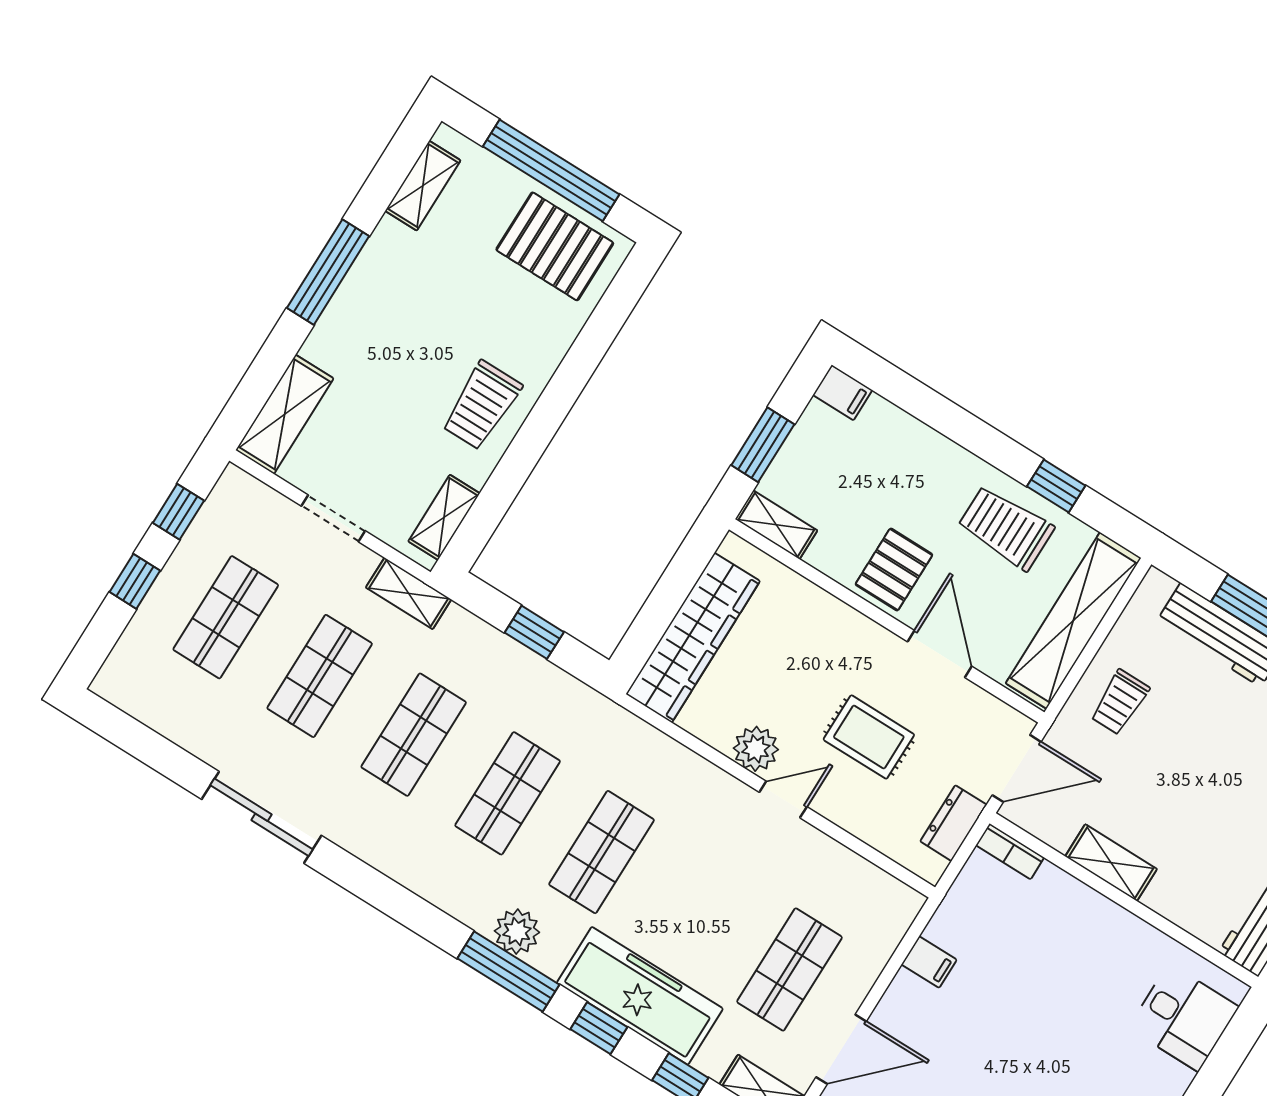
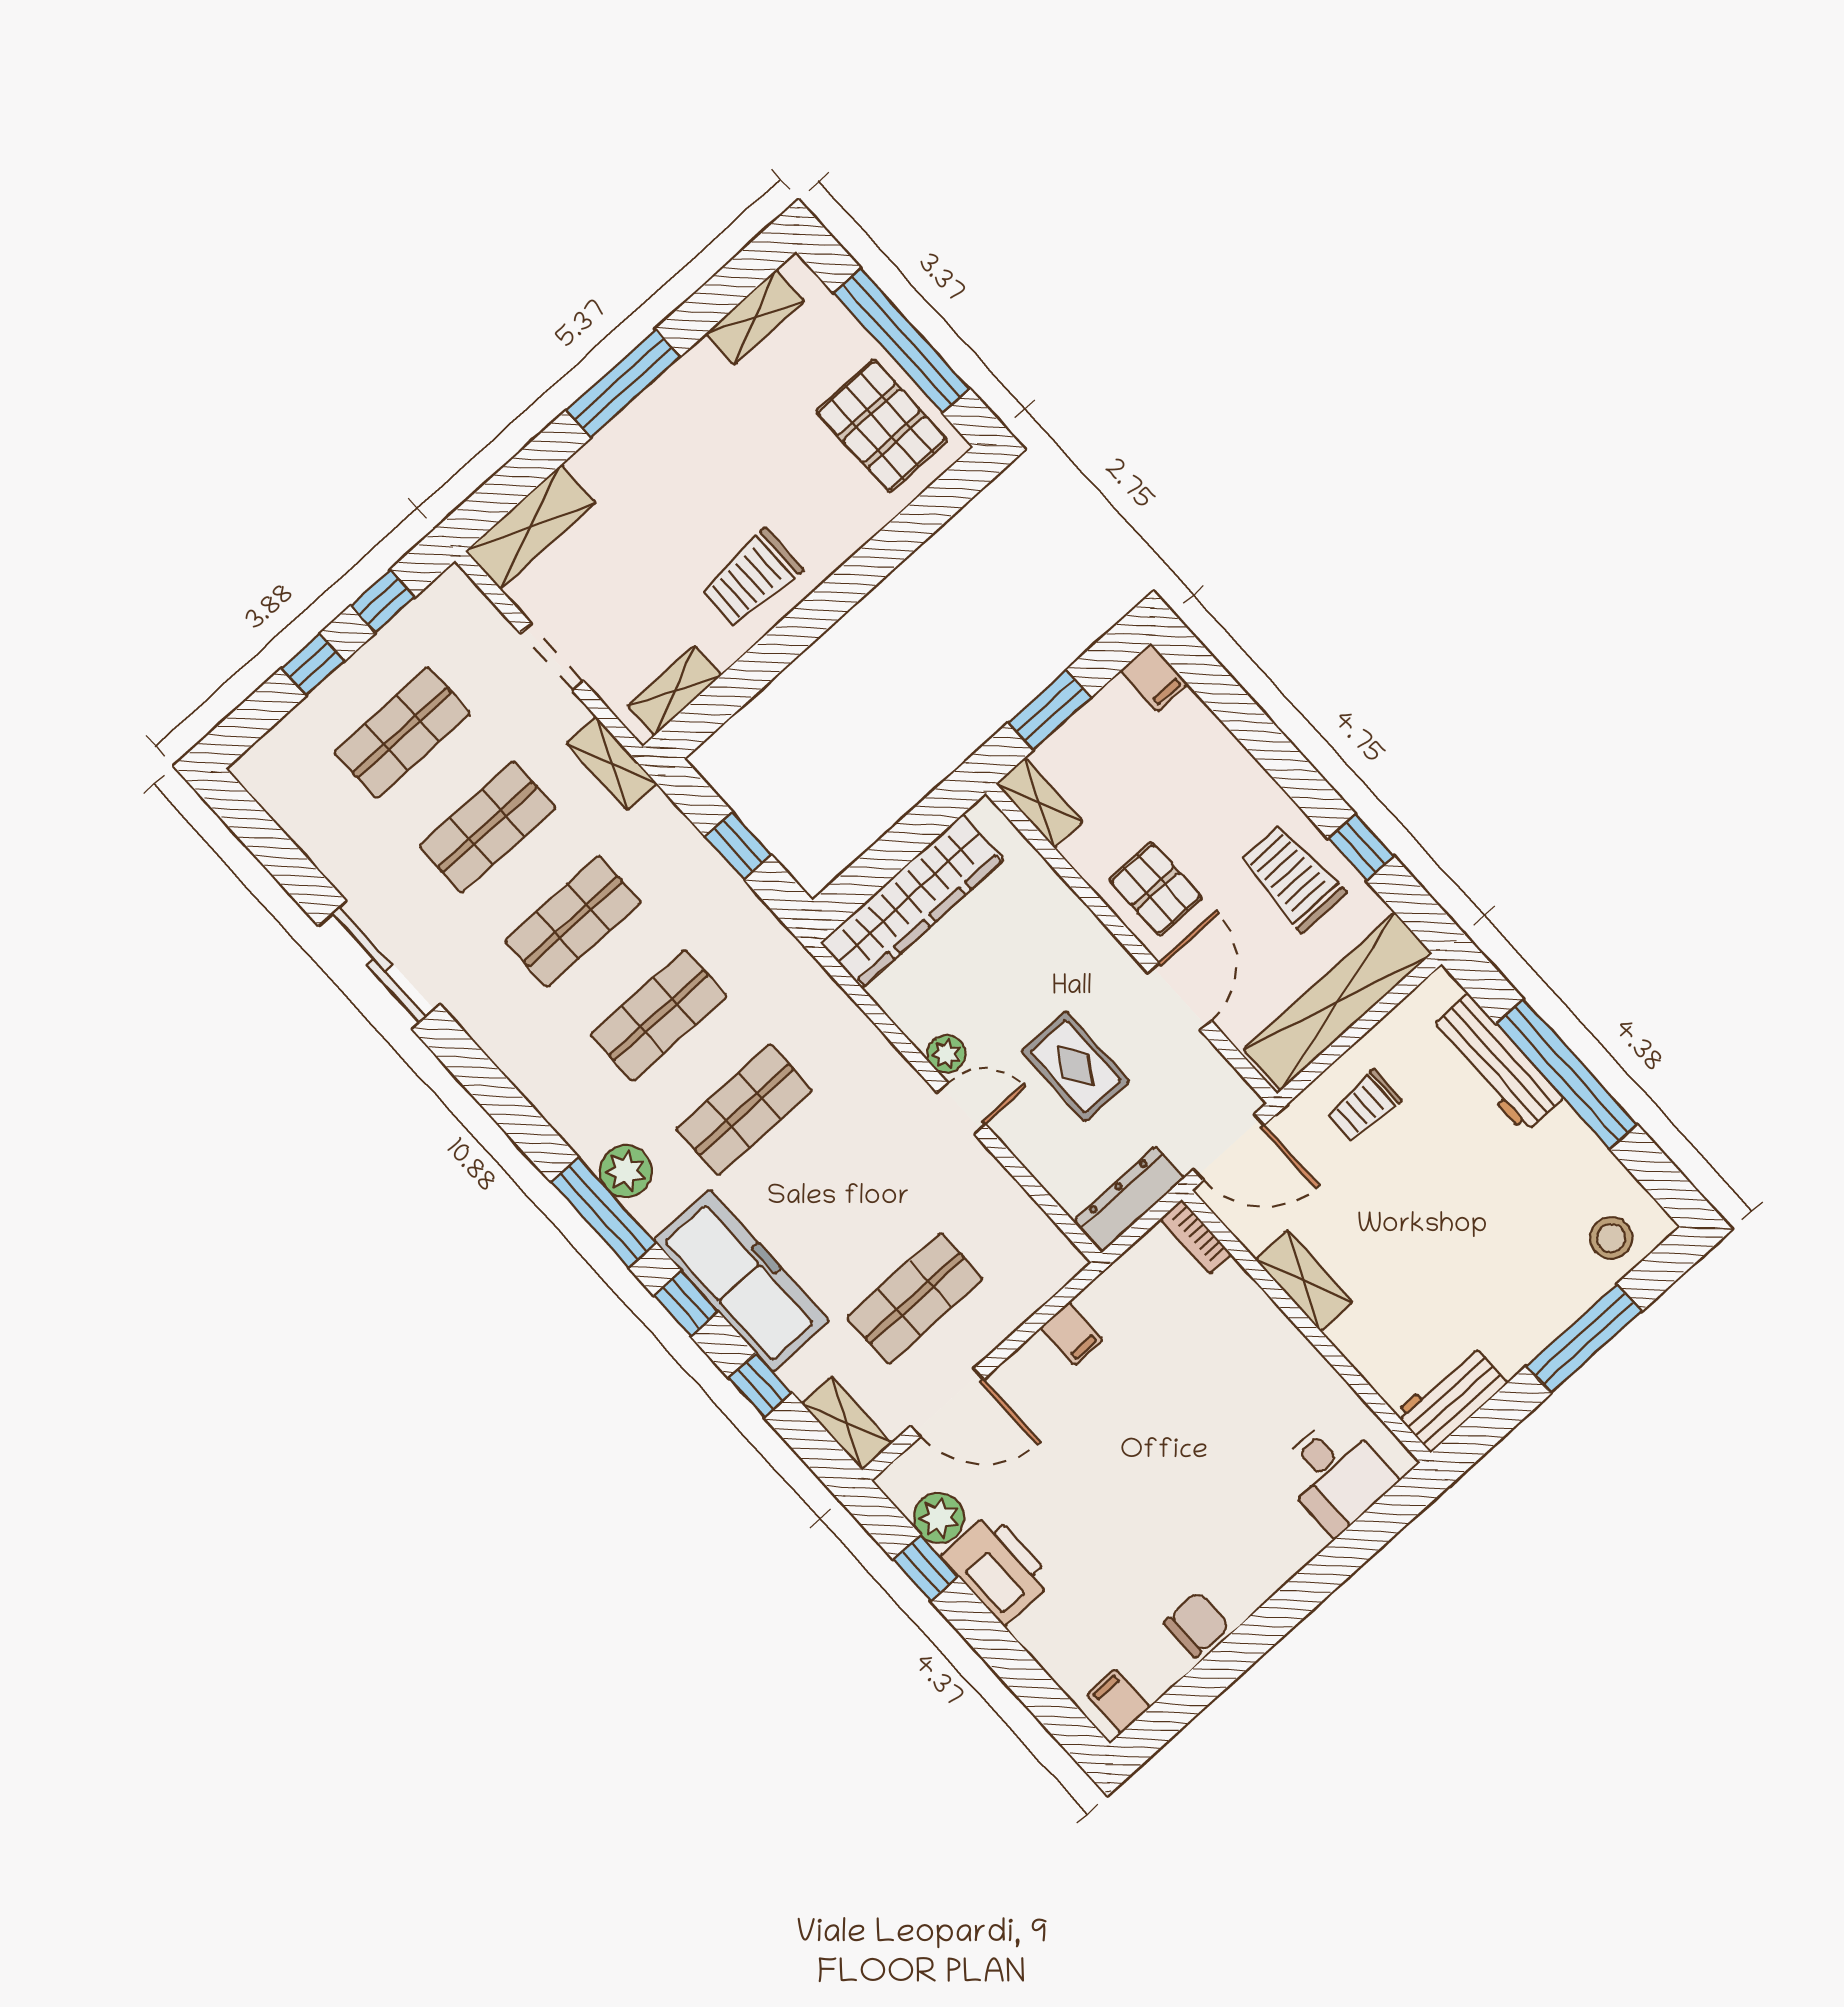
pallet: (894, 570) -> (1155, 889), turned 90
plant: (756, 749) -> (946, 1054), width x0.73, depth x0.73
dresser: (953, 823) -> (1130, 1199), width x1.44

